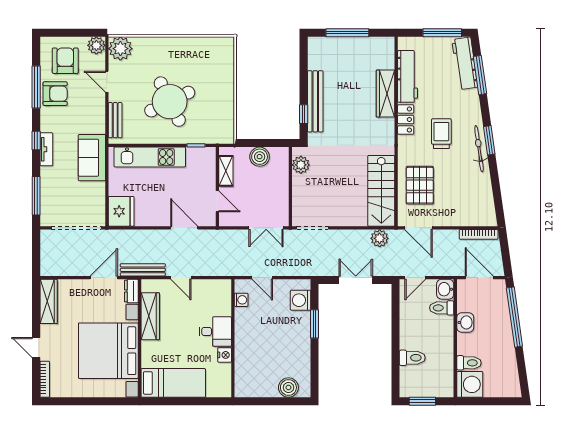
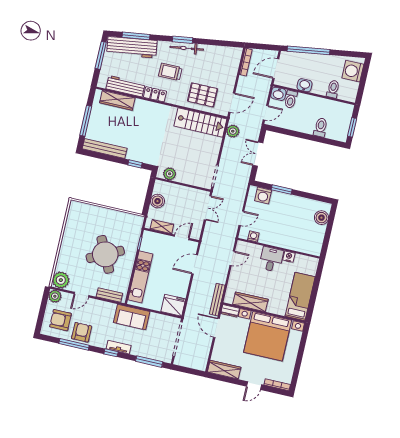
workbench: (465, 63) -> (132, 47), width x1.36, depth x1.32
wardrobe: (385, 94) -> (117, 100), moved
bench: (315, 101) -> (105, 149), moved
door: (181, 278) -> (232, 258), moved
door: (415, 278) -> (266, 113), hinge flipped
washing machine: (470, 384) -> (353, 71), moved, turned -90

